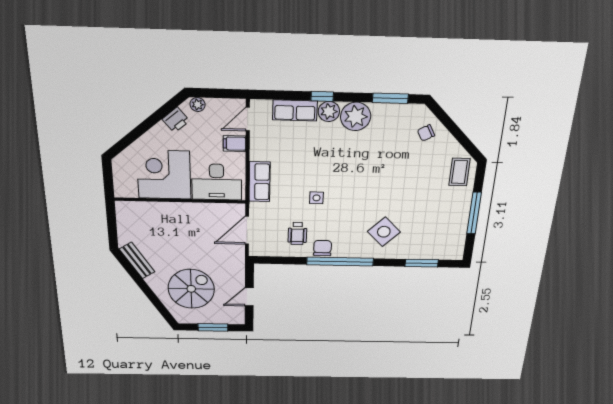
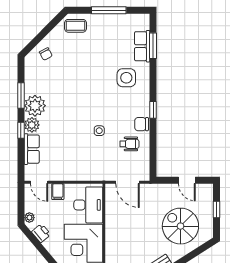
window: (390, 98) -> (21, 96), moved
row of seats: (260, 182) -> (142, 46), moved, turned -90
side table: (384, 232) -> (126, 78), turned 45
window: (340, 261) -> (153, 110), width x0.32
window: (213, 327) -> (217, 209), width x0.67

